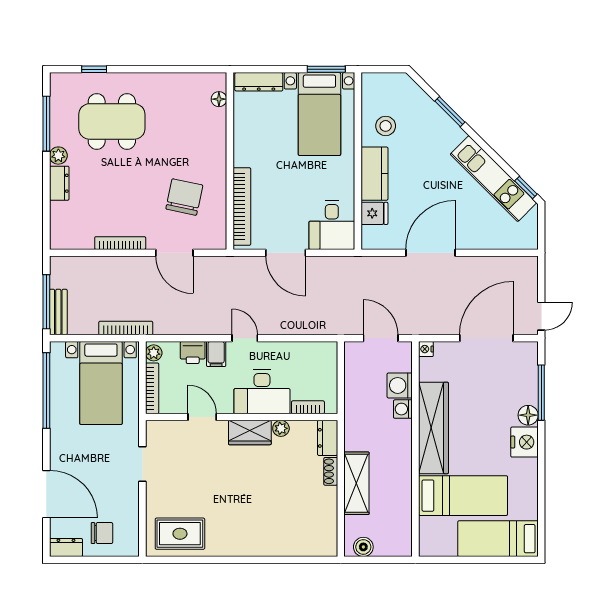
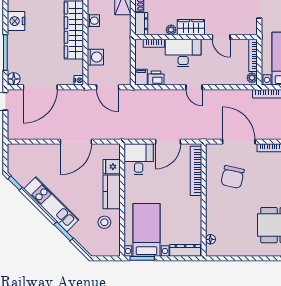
kitchen unit: (493, 179) -> (51, 204), moved
door: (174, 253) -> (239, 142), width x1.36
door: (286, 253) -> (168, 142), swing flipped
printer: (193, 352) -> (156, 78), moved
filing cabinet: (216, 354) -> (141, 77), moved
washing machine: (403, 409) -> (93, 21), moved
floor lamp: (528, 415) -> (14, 79), moved

